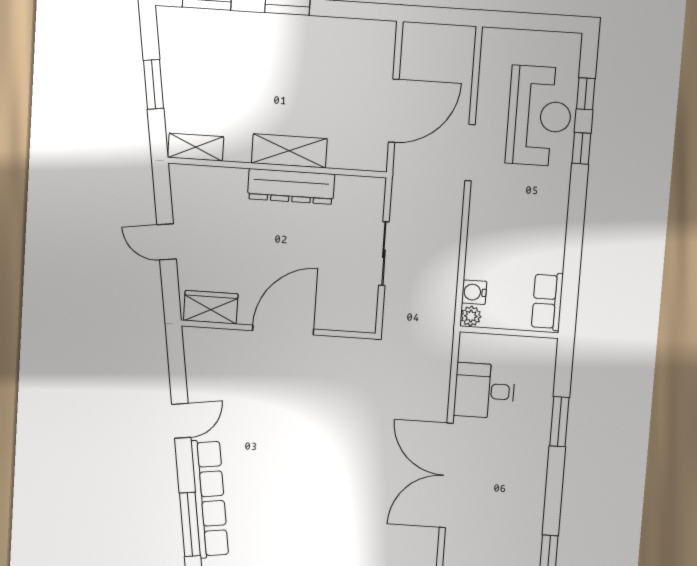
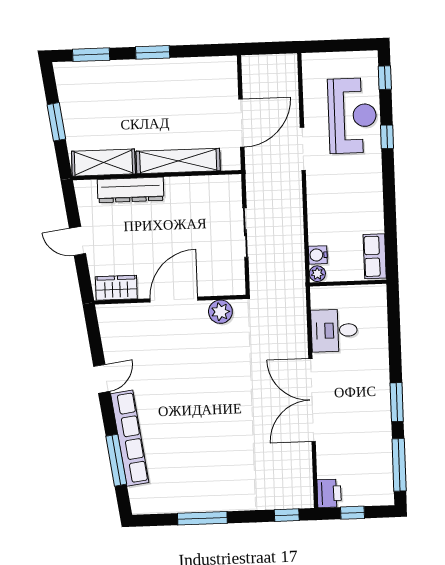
window: (586, 94) -> (385, 78), moved
shelving: (196, 147) -> (103, 163), width x1.50, depth x1.33
shelving: (289, 151) -> (178, 161), width x1.47
dresser: (291, 186) -> (131, 190), moved
plant: (341, 352) -> (220, 312), added
window: (559, 422) -> (397, 402), moved

